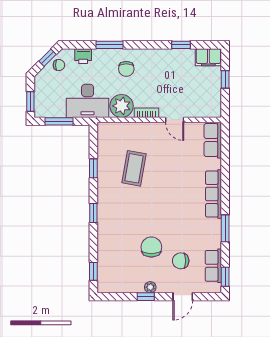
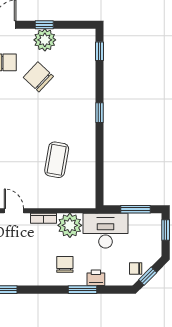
printer: (83, 56) -> (96, 278), moved
window: (93, 168) -> (99, 160), removed
chair: (151, 247) -> (38, 77), turned 133
plant: (150, 287) -> (45, 40), width x1.88, depth x1.88

